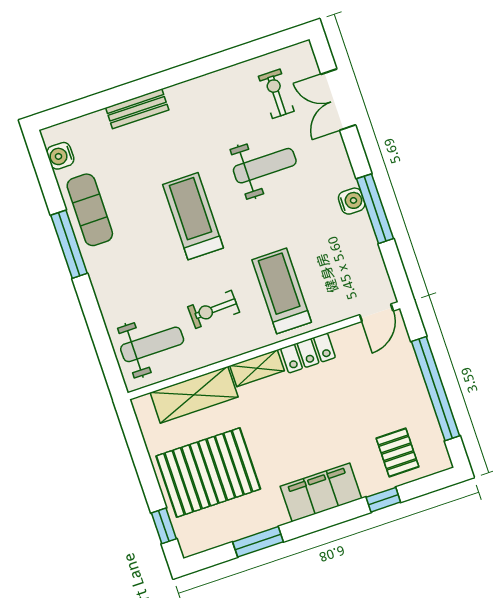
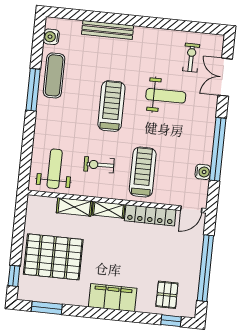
bench: (137, 109) -> (108, 30), width x1.36
water cooler: (352, 201) -> (203, 172), moved
window: (375, 209) -> (218, 149), width x1.46
weight bench: (152, 344) -> (55, 169), turned -90
locker: (308, 353) -> (150, 215), width x1.53
shelving: (194, 395) -> (74, 207), width x0.67, depth x0.75
window: (383, 500) -> (171, 321), moved
window: (258, 542) -> (47, 308), moved

